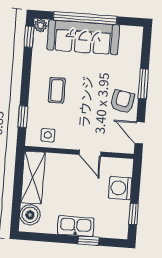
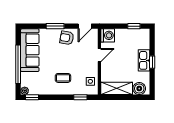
sofa: (83, 37) -> (30, 50), moved
washing machine: (120, 188) -> (108, 35), moved, turned -90
window: (89, 241) -> (152, 62), moved

